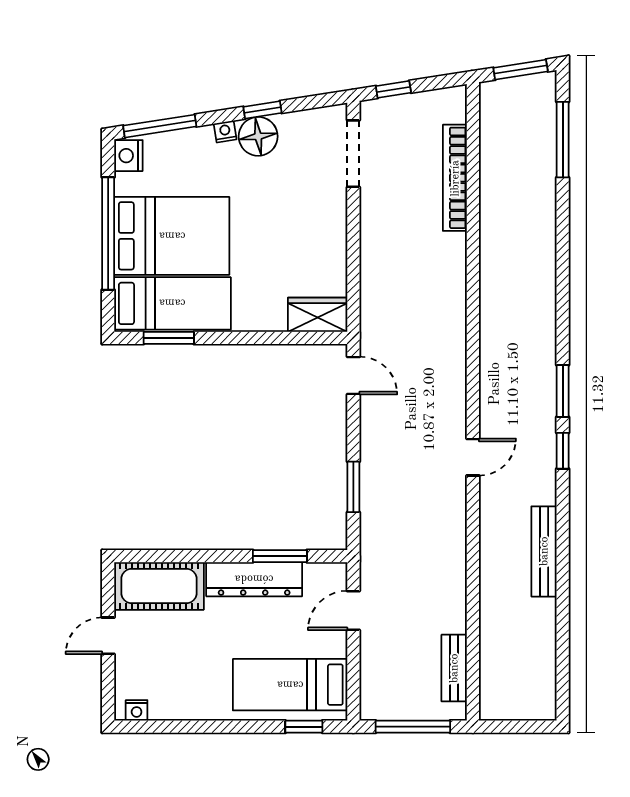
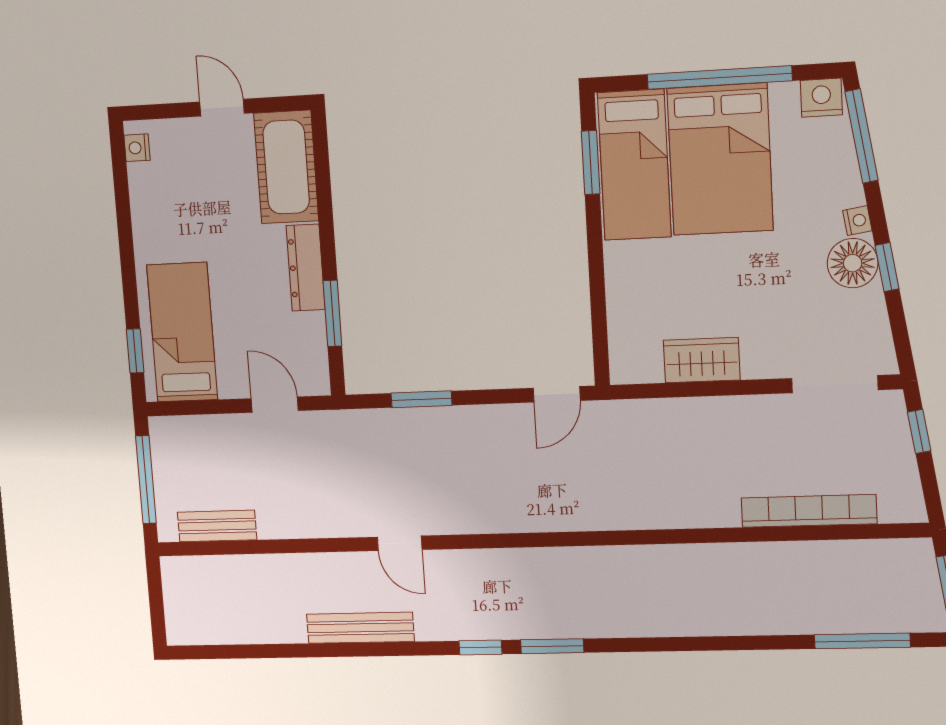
wardrobe: (318, 315) -> (702, 360), moved, turned -90
door: (473, 457) -> (400, 543), moved
dresser: (254, 579) -> (306, 268), width x0.73, depth x0.80

